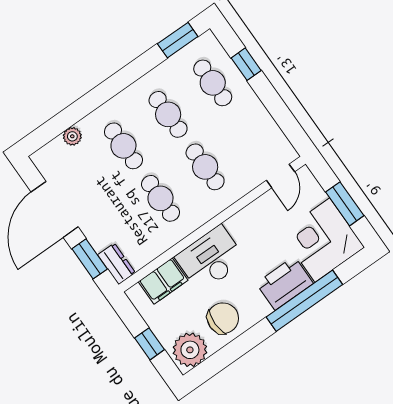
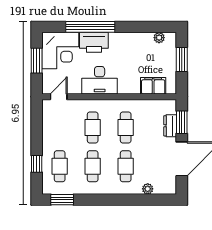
desk: (211, 259) -> (100, 80), moved
dresser: (116, 264) -> (170, 126), moved
chair: (223, 318) -> (137, 47), removed
window: (150, 344) -> (182, 59), width x1.50
plant: (190, 350) -> (159, 38), width x0.53, depth x0.53

